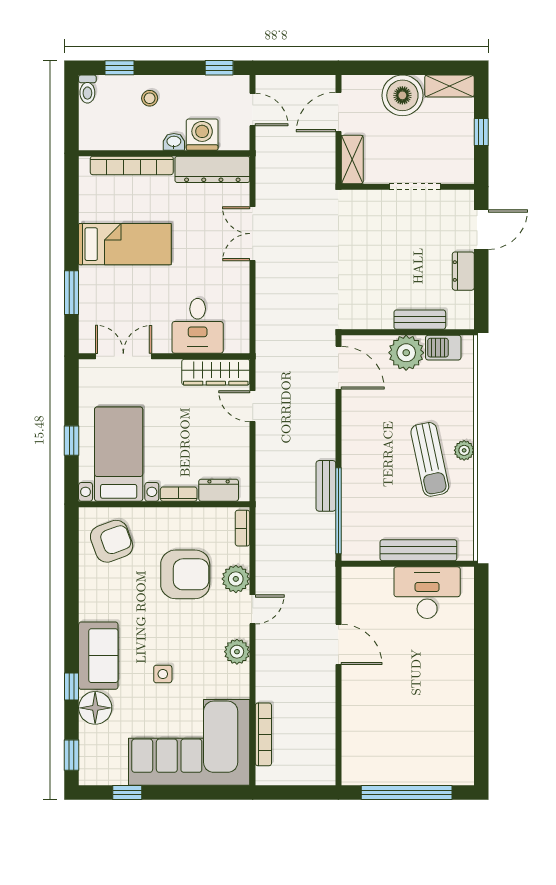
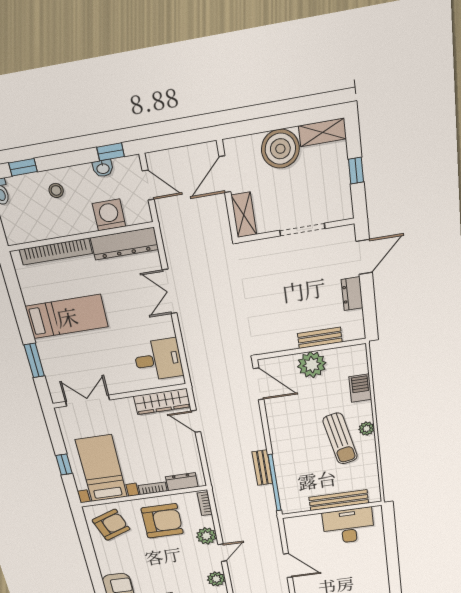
washbasin: (174, 142) -> (103, 168), moved, turned 180
desk: (198, 326) -> (158, 360), moved, turned -90
barbecue: (443, 348) -> (360, 388), moved, turned 90
armchair: (185, 574) -> (162, 521), moved

